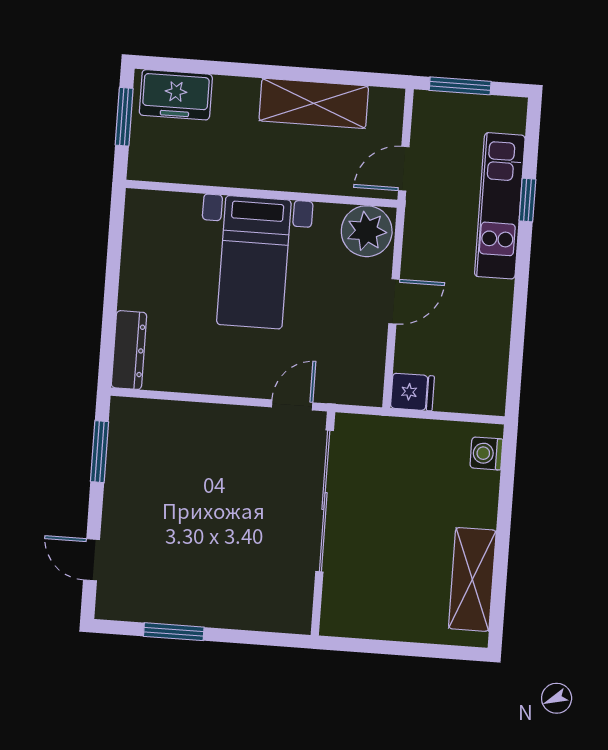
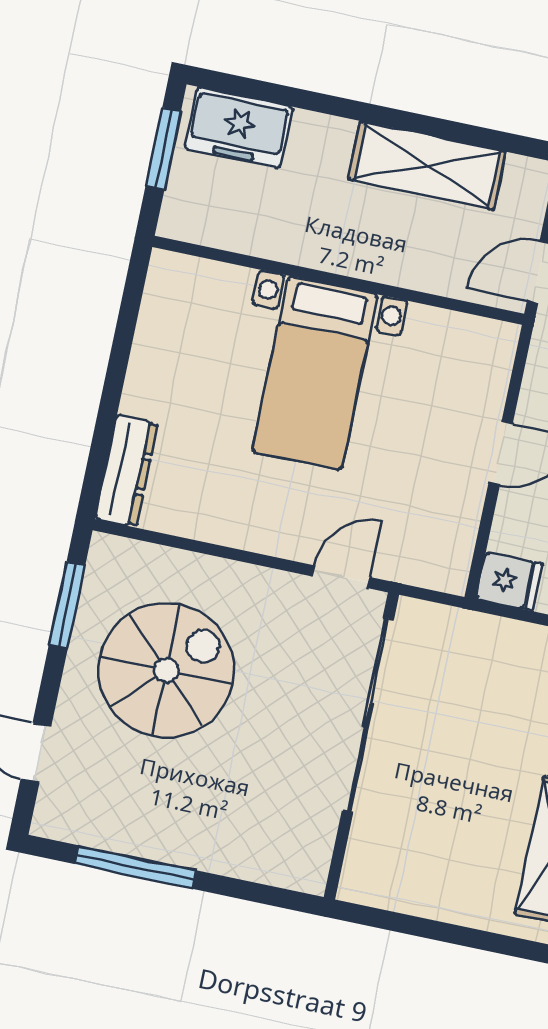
plant: (367, 231) -> (476, 351), removed
spiral stairs: (177, 488) -> (166, 670), added
window: (174, 632) -> (136, 867), width x1.44

